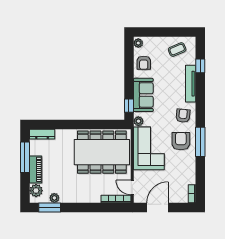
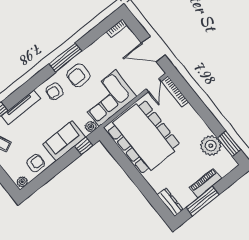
plant: (36, 191) -> (224, 168), removed
plant: (54, 198) -> (211, 146), width x1.87, depth x1.87

